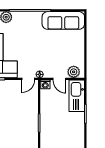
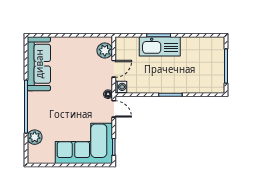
kitchen sink: (77, 96) -> (160, 46), moved

